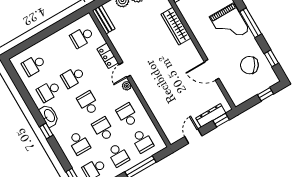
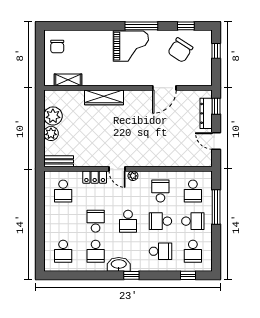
school desk: (73, 77) -> (96, 221), turned 180
school desk: (88, 103) -> (128, 221), turned -90
school desk: (127, 115) -> (160, 191), turned 90
school desk: (142, 141) -> (193, 191), turned 90

